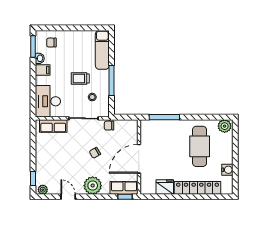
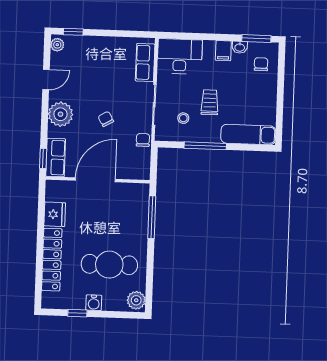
door: (139, 159) -> (95, 180), hinge flipped
window: (235, 168) -> (77, 313), added
water cooler: (227, 170) -> (94, 303), moved

